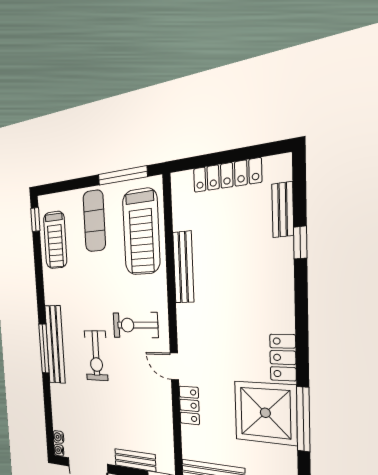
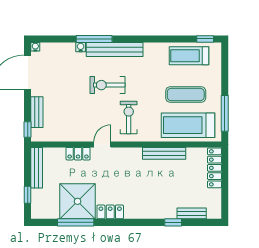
locker: (227, 175) -> (214, 168), moved
exercise mat: (94, 221) -> (186, 94), moved
window: (44, 348) -> (94, 39), moved
water cooler: (58, 437) -> (81, 47), moved

